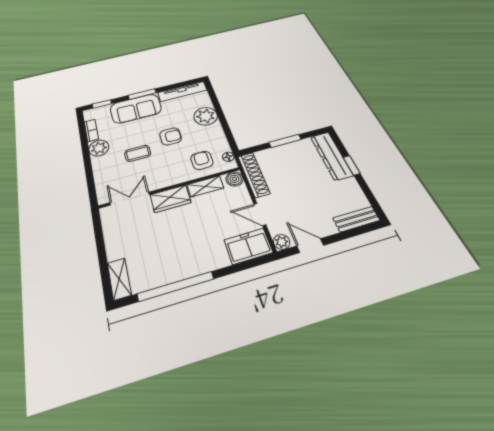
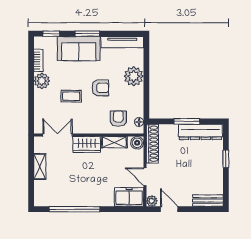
dresser: (331, 156) -> (200, 132), moved, turned -90
shelving: (119, 279) -> (40, 167), moved

